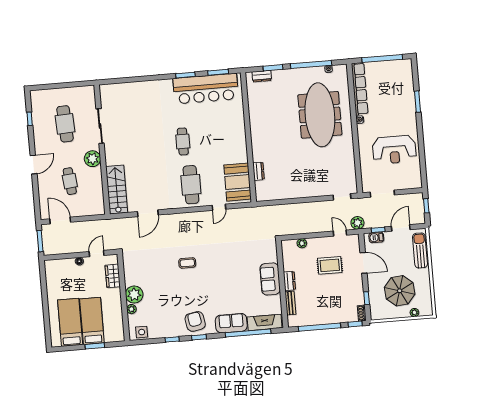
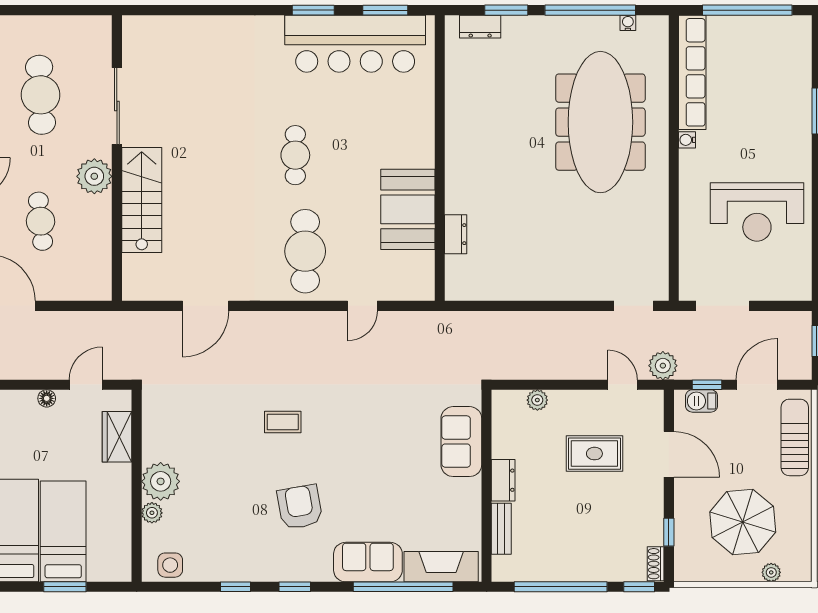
booth: (238, 182) -> (408, 209), moved
stairs: (117, 190) -> (142, 200), moved
sofa: (270, 279) -> (461, 442), moved
armchair: (195, 321) -> (300, 507), moved

